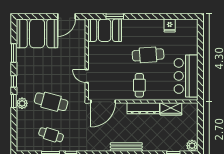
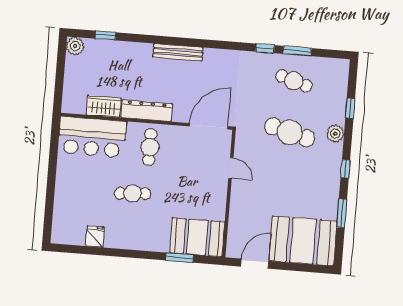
cafe table: (148, 55) -> (133, 193), width x0.73, depth x0.74
bar counter: (186, 76) -> (92, 137), moved, turned 90
window: (14, 101) -> (350, 108), moved

